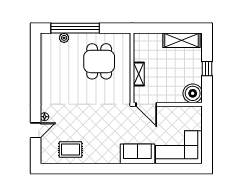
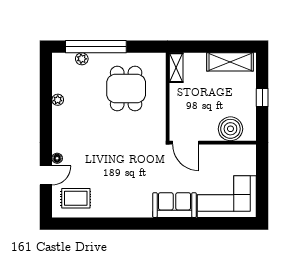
plant: (45, 70) -> (58, 100), added
shelving: (139, 74) -> (176, 68), moved
boiler: (193, 93) -> (230, 129), moved
rug: (71, 149) -> (76, 198), moved

